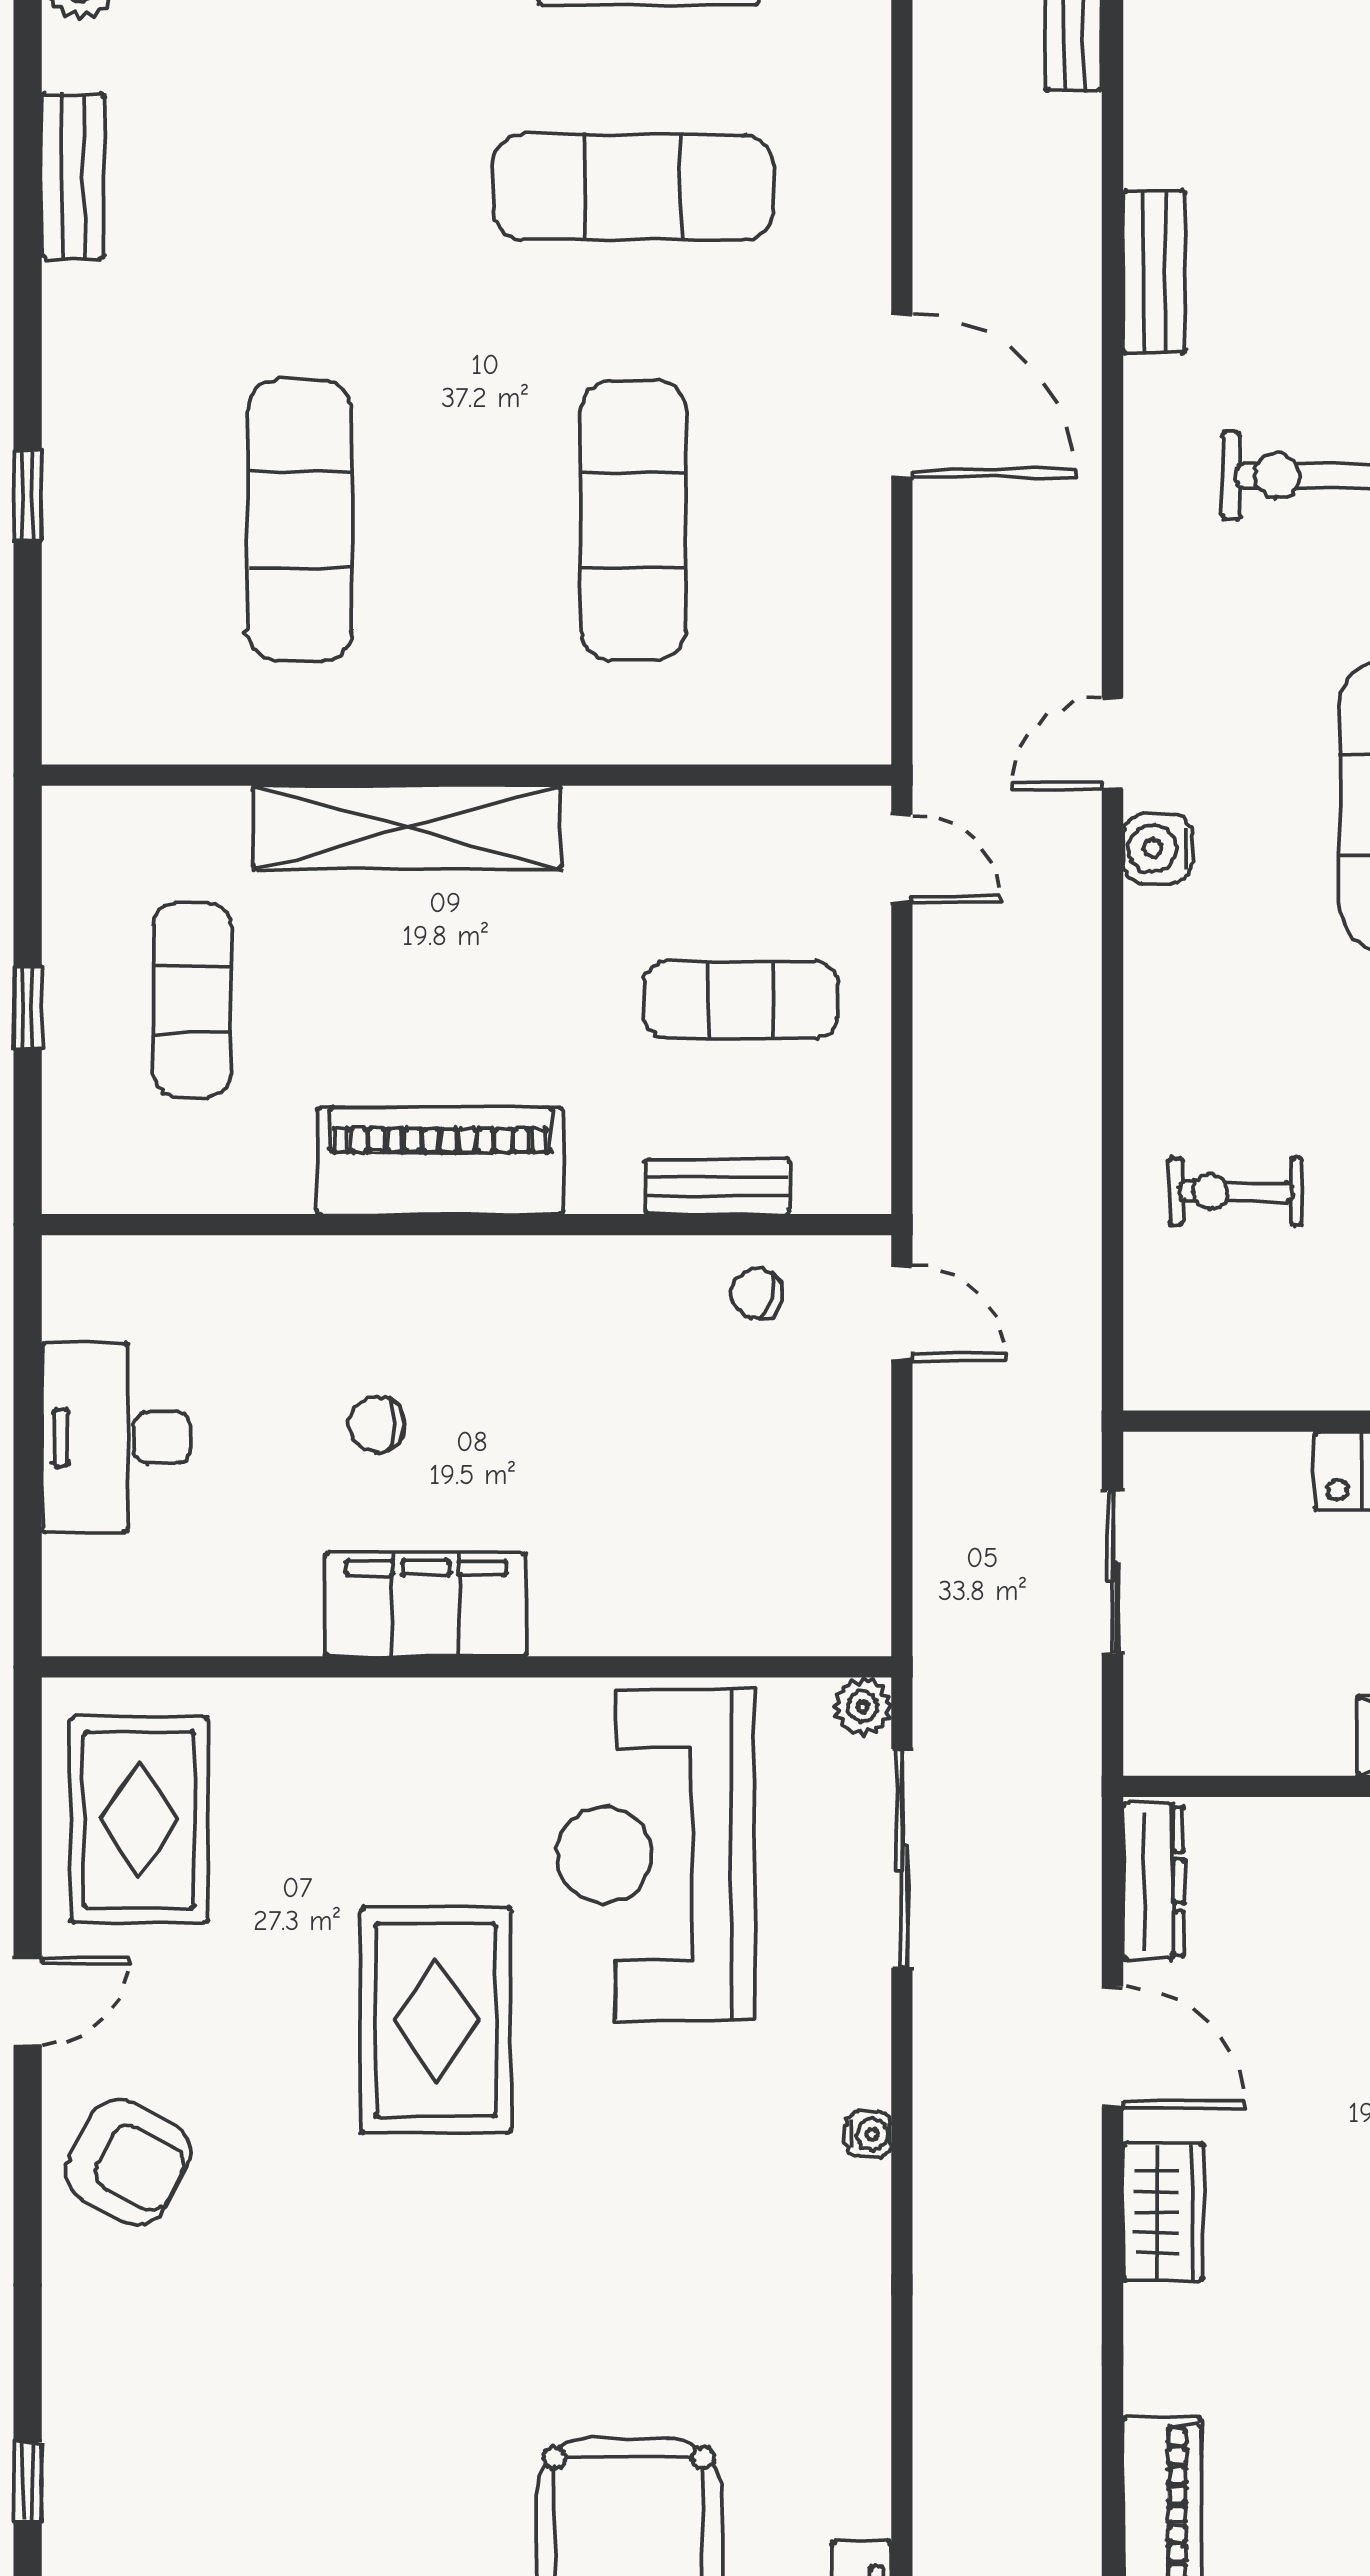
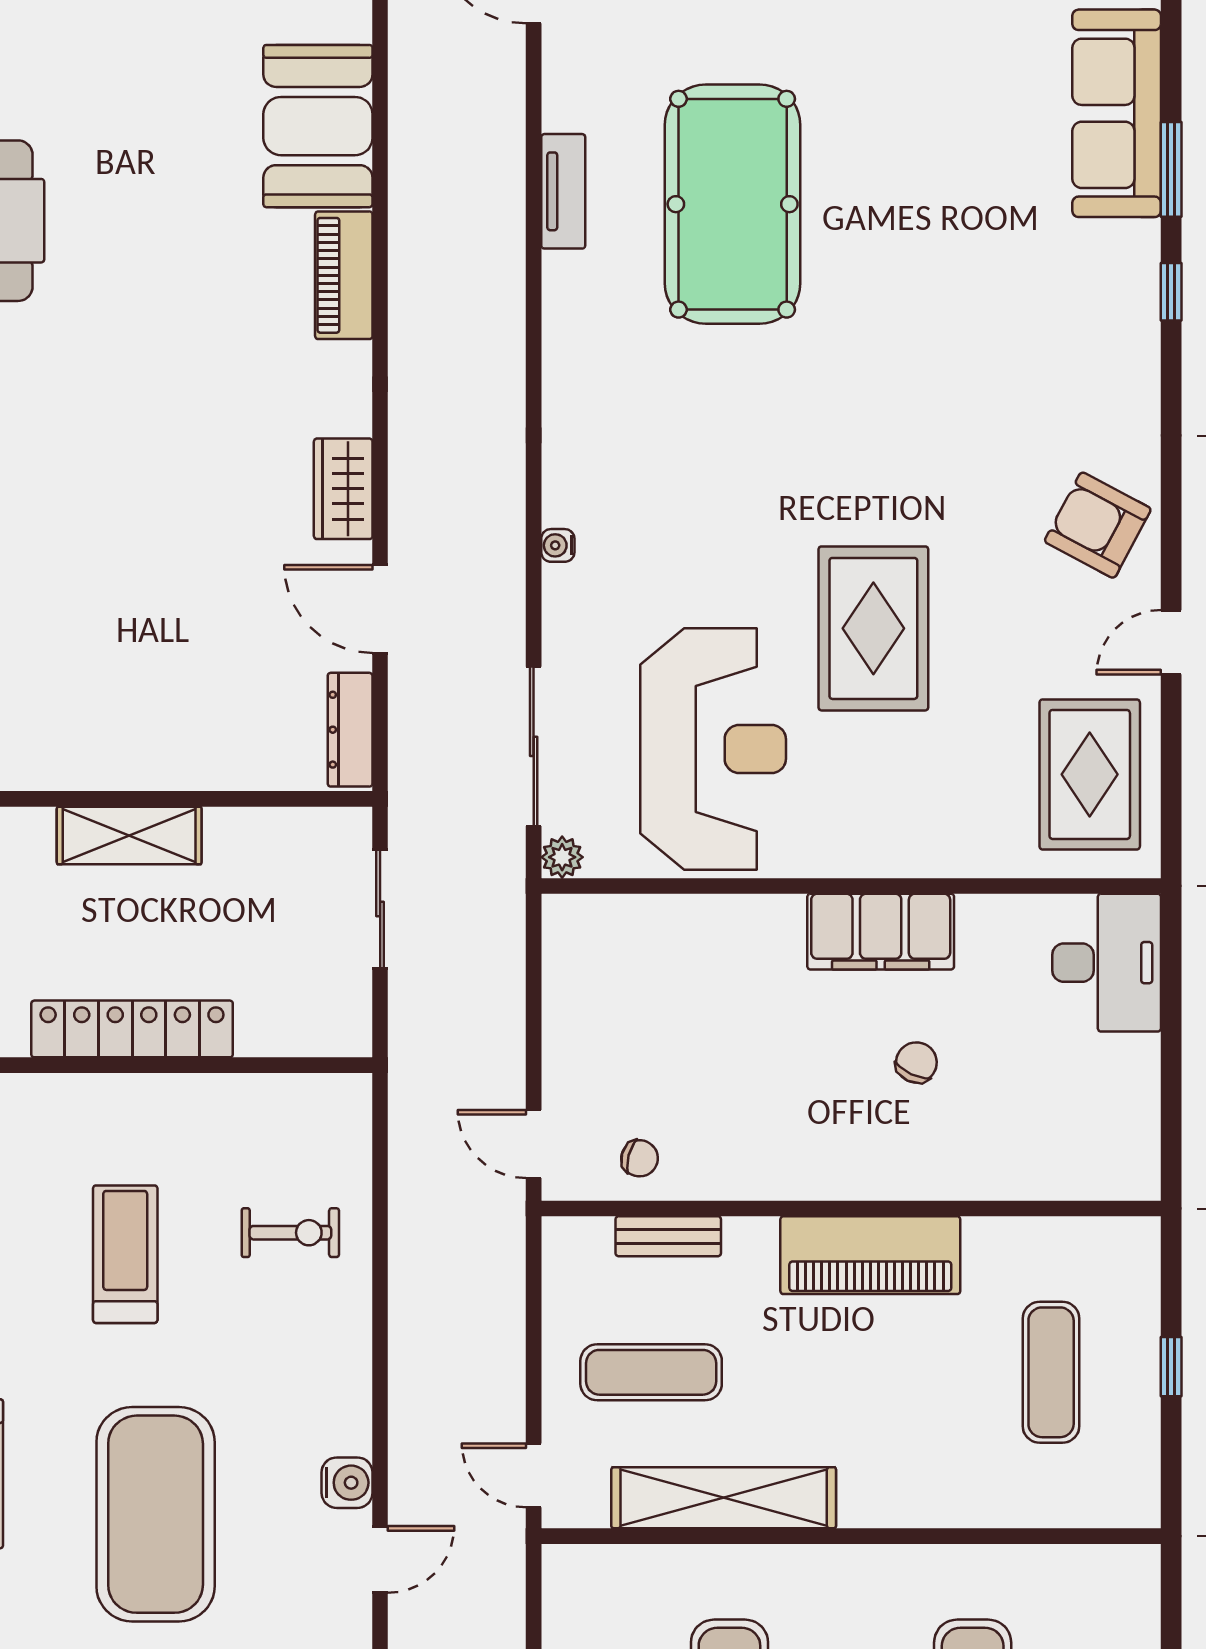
shelving: (407, 828) -> (724, 1498), moved
chair: (377, 1425) -> (916, 1063), turned -65
desk: (116, 1438) -> (1107, 963), moved
sliding door: (1113, 1572) -> (380, 909), moved

